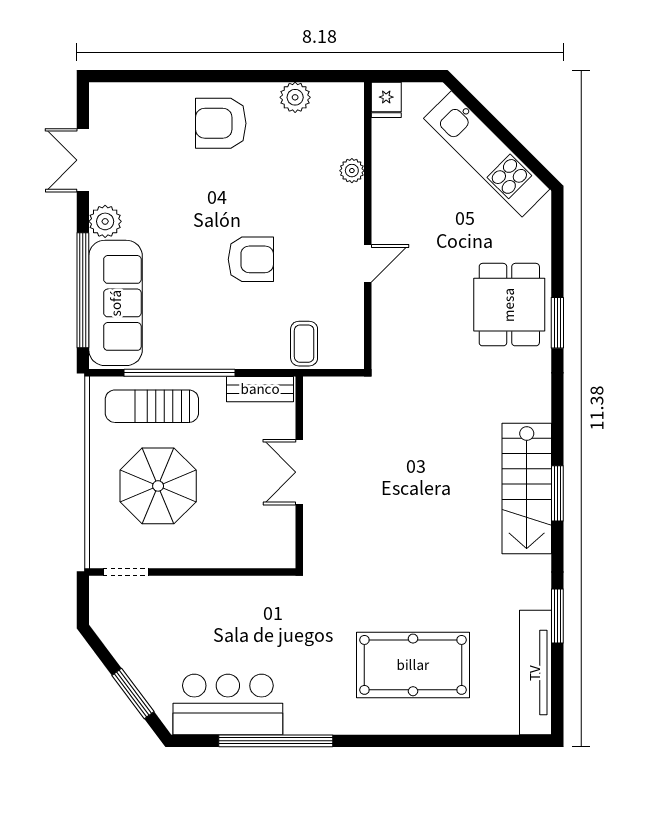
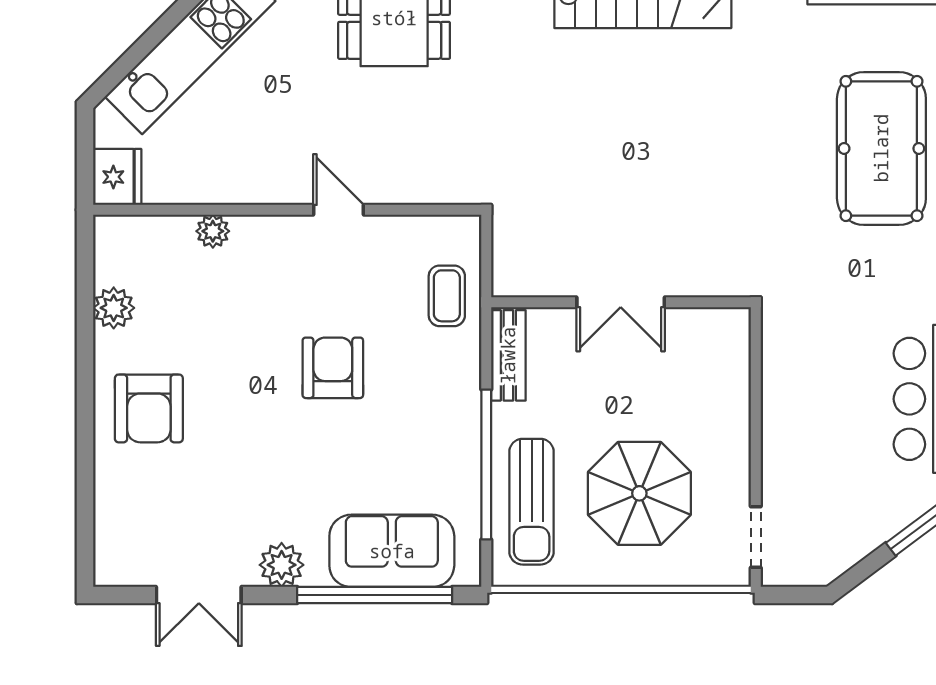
fridge: (386, 100) -> (117, 177), width x1.38
sofa: (116, 303) -> (392, 551), width x0.73
coffee table: (304, 344) -> (447, 296), turned 90

